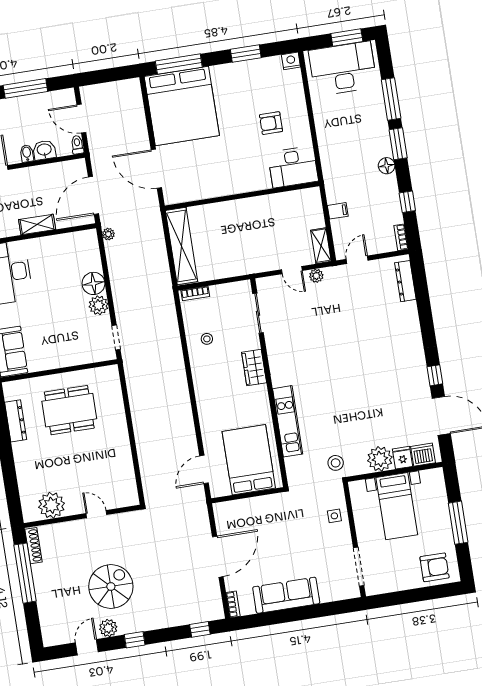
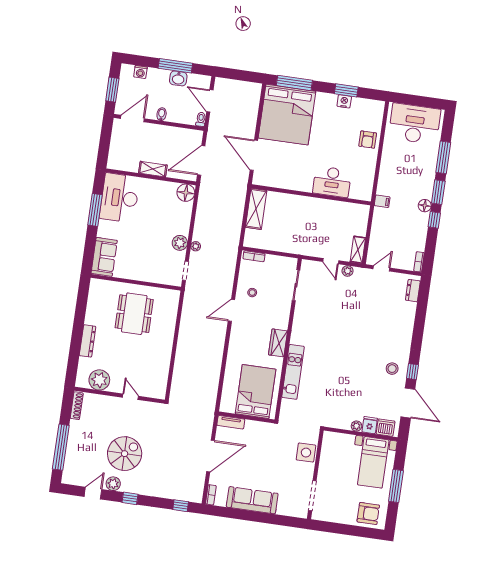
window: (347, 37) -> (425, 102), removed
nightstand: (291, 61) -> (344, 101), moved
armchair: (271, 123) -> (368, 140), moved, turned -90
washbasin: (44, 150) -> (178, 78), moved, turned 180
desk: (293, 167) -> (332, 182), moved
window: (407, 202) -> (434, 220), moved
filing cabinet: (338, 211) -> (382, 201), moved
plant: (108, 234) -> (196, 246), moved
shelving: (182, 246) -> (256, 209), width x0.68
dresser: (405, 281) -> (413, 291), width x0.70
floor lamp: (93, 283) -> (186, 193), moved
wardrobe: (254, 367) -> (278, 343), moved
dining table: (69, 410) -> (134, 314), turned 90
dresser: (16, 421) -> (88, 341), moved
plant: (380, 459) -> (356, 426), width x0.53, depth x0.53
stool: (336, 463) -> (392, 369), moved
door: (204, 469) -> (231, 310), moved
bed with nightstands: (397, 506) -> (373, 462), moved
tv unit: (230, 507) -> (231, 422), added
side table: (334, 516) -> (306, 453), width x1.87, depth x1.87
window: (25, 573) -> (61, 447), moved

